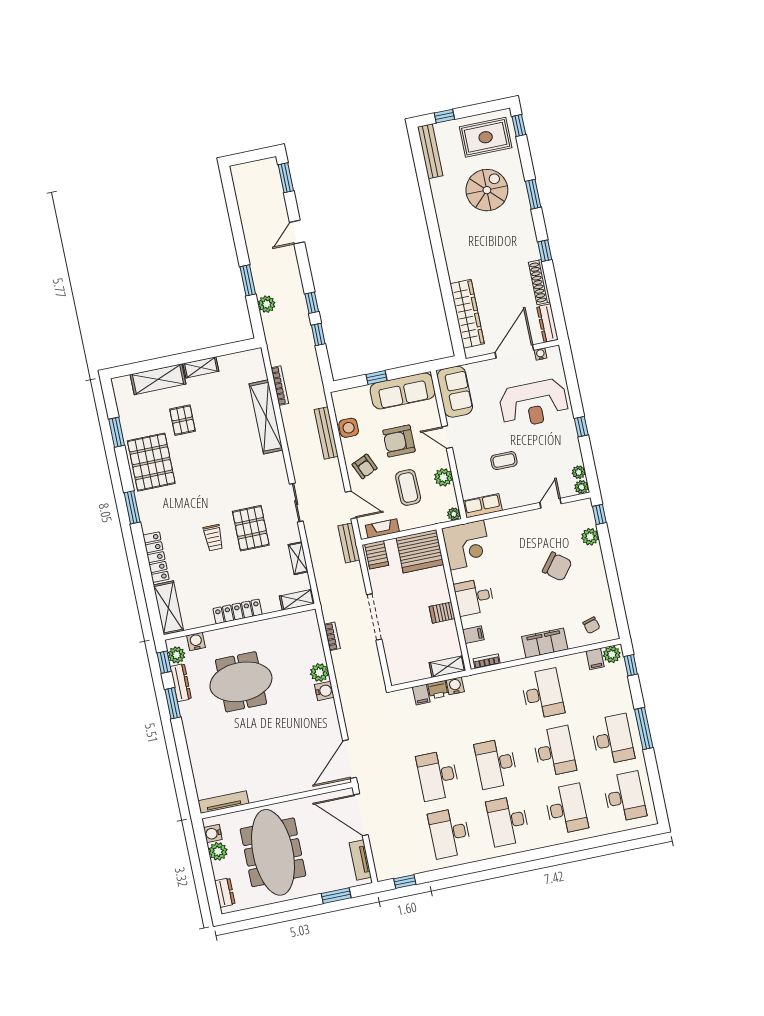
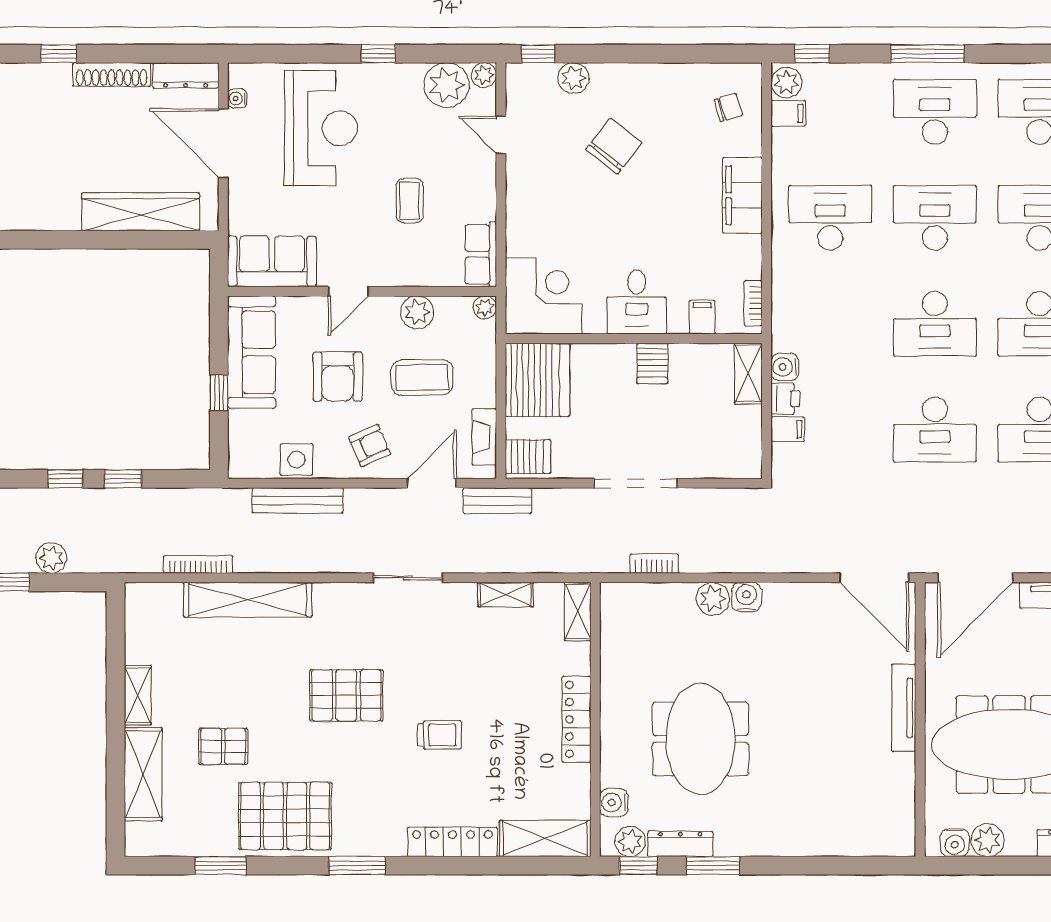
plant: (579, 472) -> (446, 85), width x1.87, depth x1.87
pallet: (251, 528) -> (346, 695), moved
tv unit: (223, 802) -> (904, 708), moved

